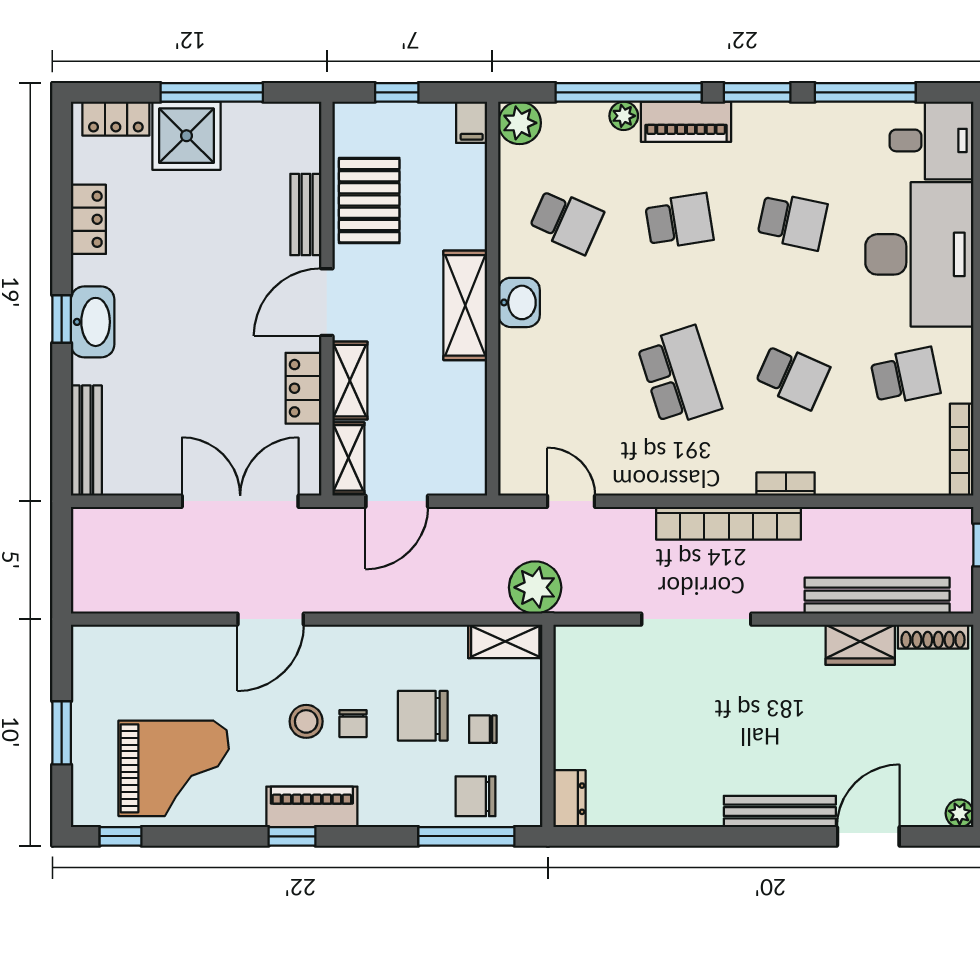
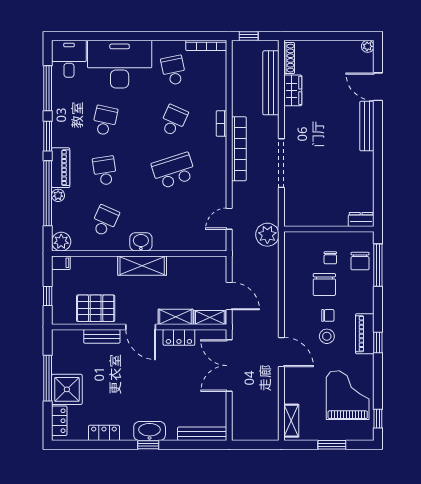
shelving: (505, 641) -> (291, 421), moved

